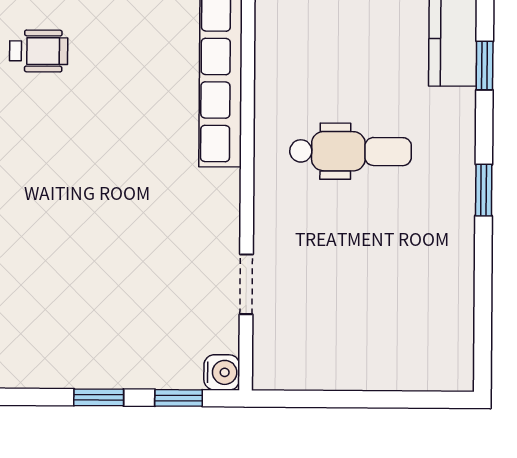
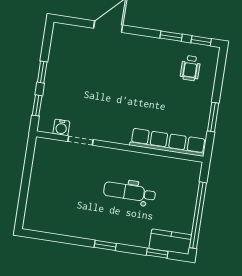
dental chair: (351, 151) -> (130, 192), turned 90
water cooler: (222, 372) -> (61, 127), moved

